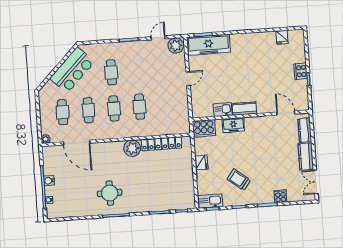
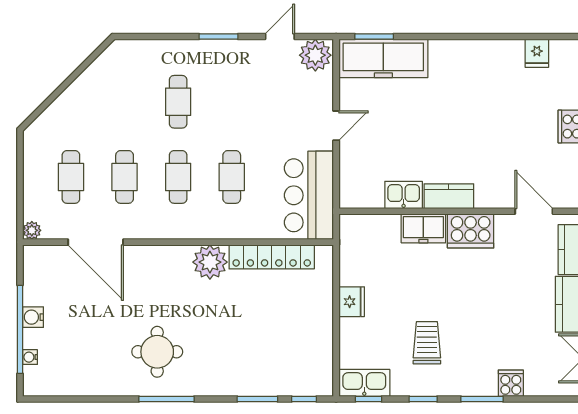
bar counter: (72, 70) -> (309, 195), moved, turned 135
cooker: (204, 128) -> (471, 231), moved
trolley: (239, 180) -> (427, 343), turned 52

